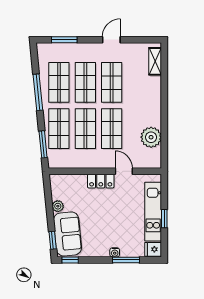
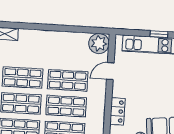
plant: (151, 137) -> (99, 43), moved
locker: (101, 181) -> (117, 111), moved

